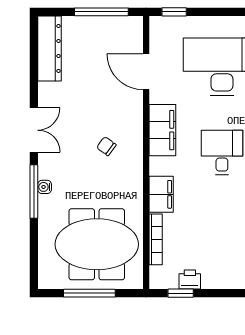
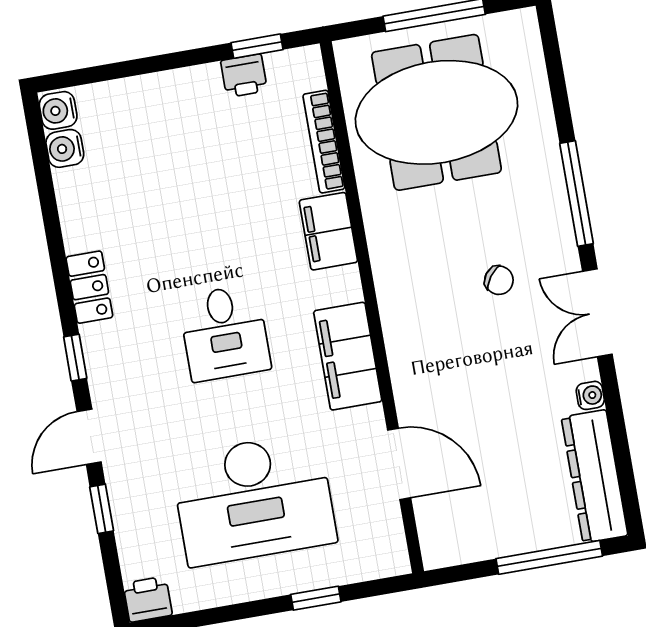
window: (101, 12) -> (549, 557), moved
window: (174, 12) -> (316, 598), moved
chair: (106, 146) -> (499, 280), moved
water cooler: (45, 187) -> (590, 395), moved

